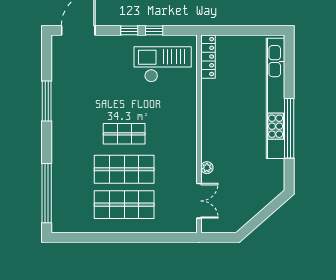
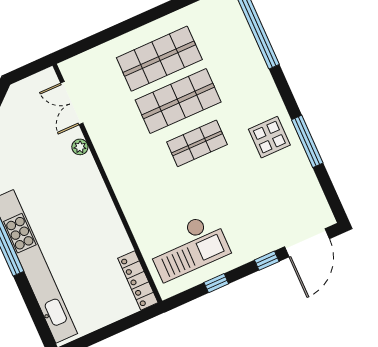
window: (129, 30) -> (267, 261), moved
display table: (72, 116) -> (269, 137), added

